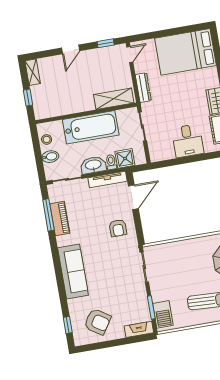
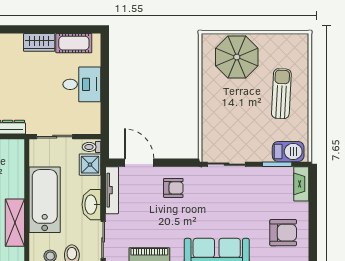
shelving: (114, 99) -> (15, 223), moved
toilet: (111, 162) -> (92, 147), moved
armchair: (98, 322) -> (283, 233), turned 57

